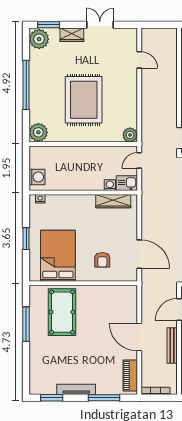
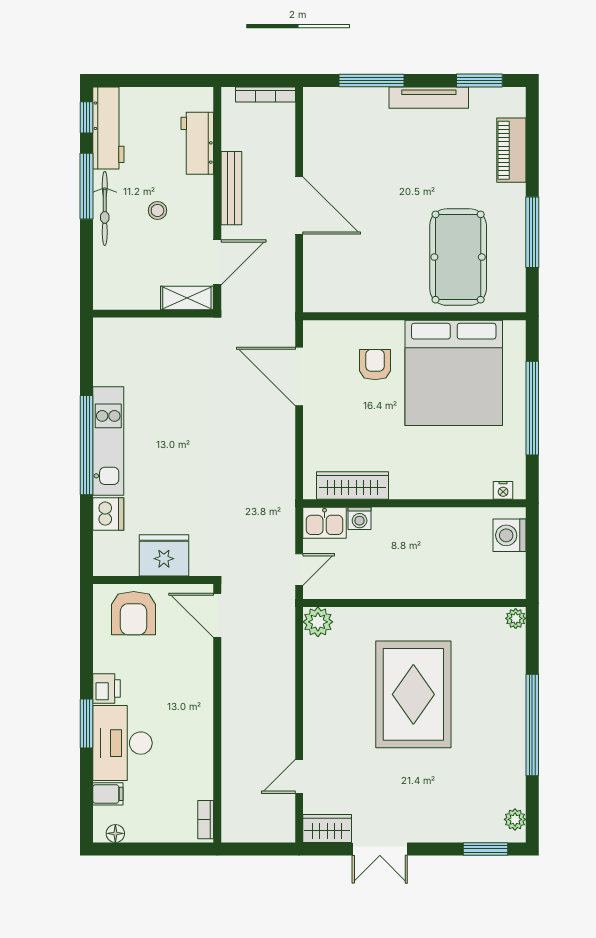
wardrobe: (72, 35) -> (327, 829), moved
plant: (39, 39) -> (515, 819), width x0.53, depth x0.53
door: (139, 60) -> (299, 776), hinge flipped
plant: (38, 132) -> (516, 618), width x0.53, depth x0.53
window: (26, 239) -> (532, 408), width x2.11
bed: (58, 256) -> (454, 373), width x1.36
piano: (130, 375) -> (511, 150), moved, turned 180

